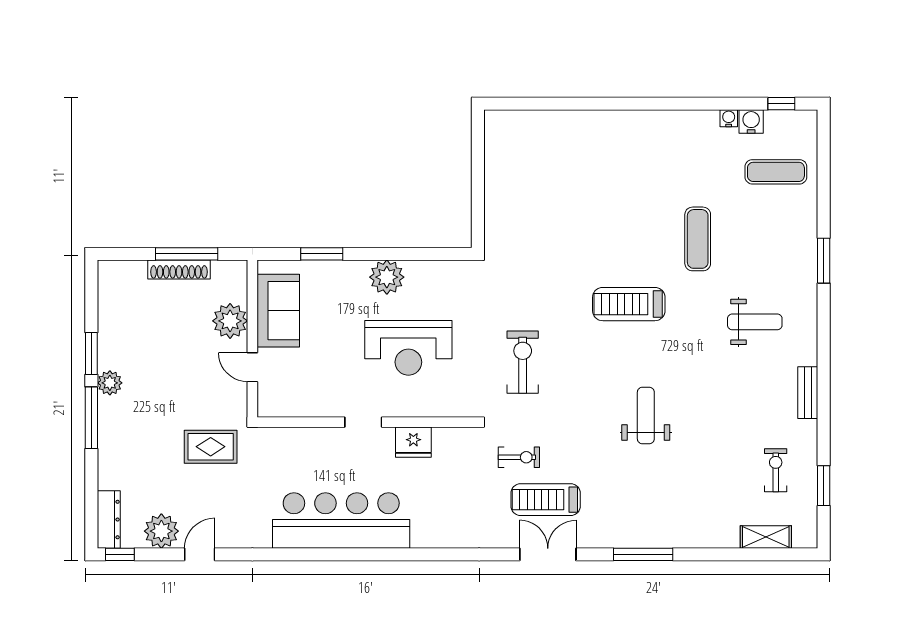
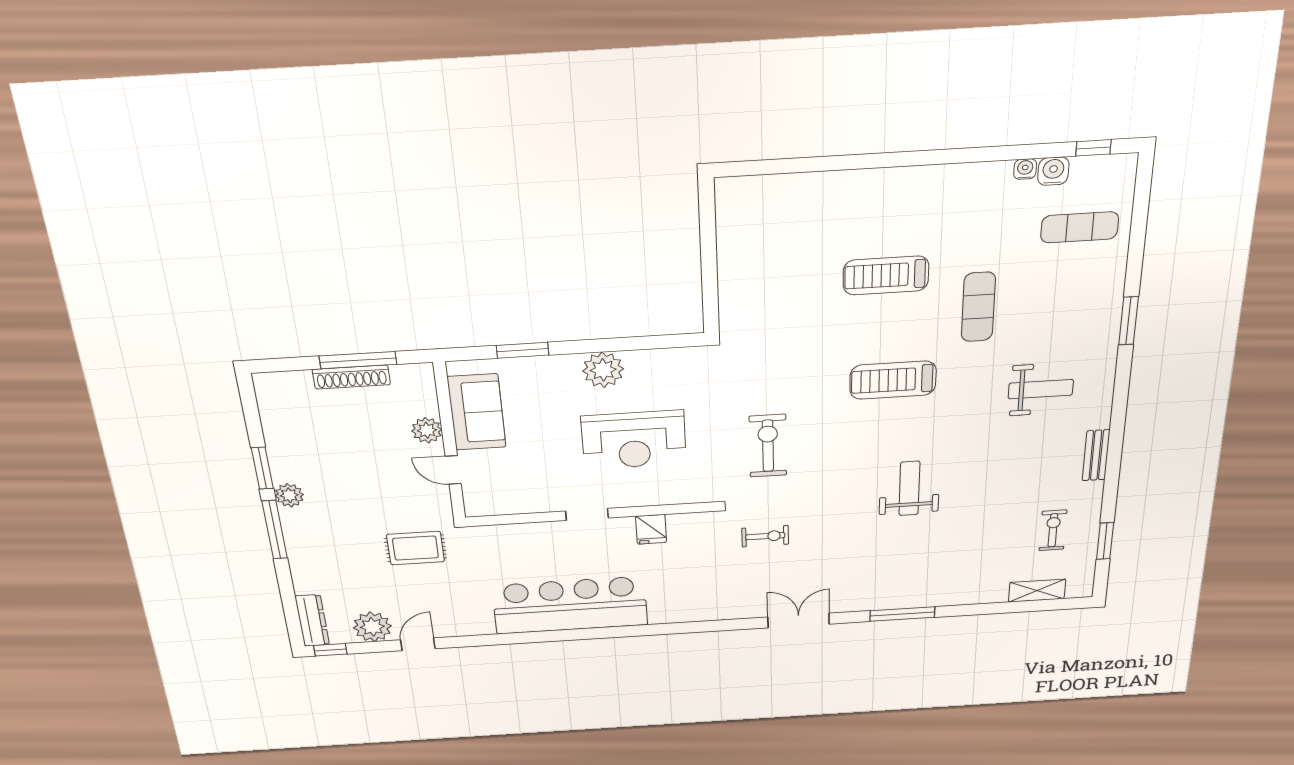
plant: (230, 321) -> (427, 430), width x0.73, depth x0.73
fridge: (413, 442) -> (651, 529), width x0.72
treadmill: (546, 500) -> (886, 275), moved

